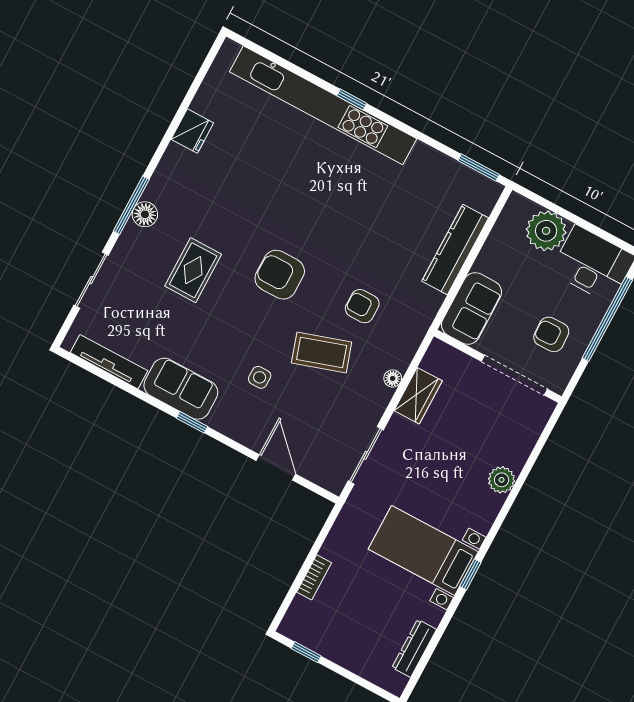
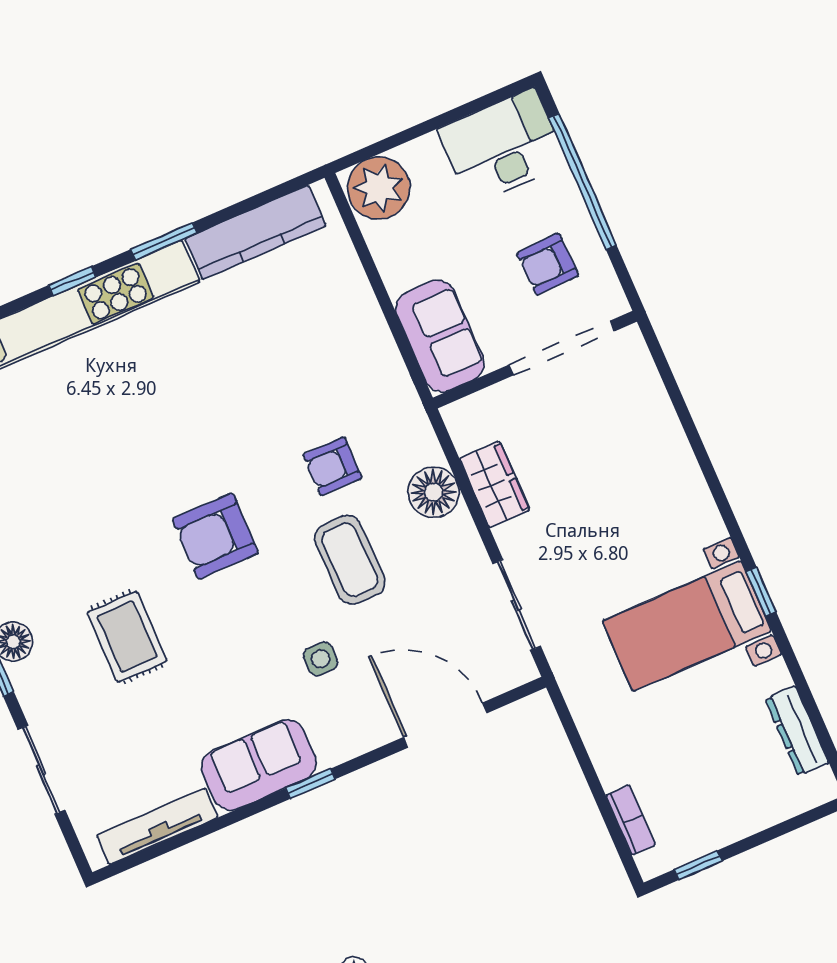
window: (479, 168) -> (164, 241), moved
plant: (546, 231) -> (379, 188), moved
kitchen counter: (455, 250) -> (255, 232), moved, turned -90
coffee table: (322, 352) -> (350, 560), turned -73
floor lamp: (393, 378) -> (434, 492), width x1.89, depth x1.89
door: (276, 467) -> (445, 725), width x1.36
plant: (502, 480) -> (676, 464), removed
bookcase: (314, 577) -> (631, 820), moved

